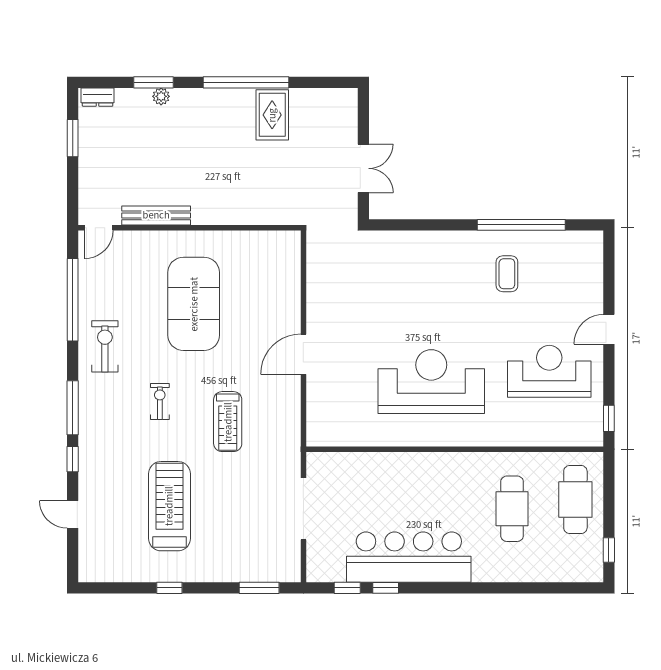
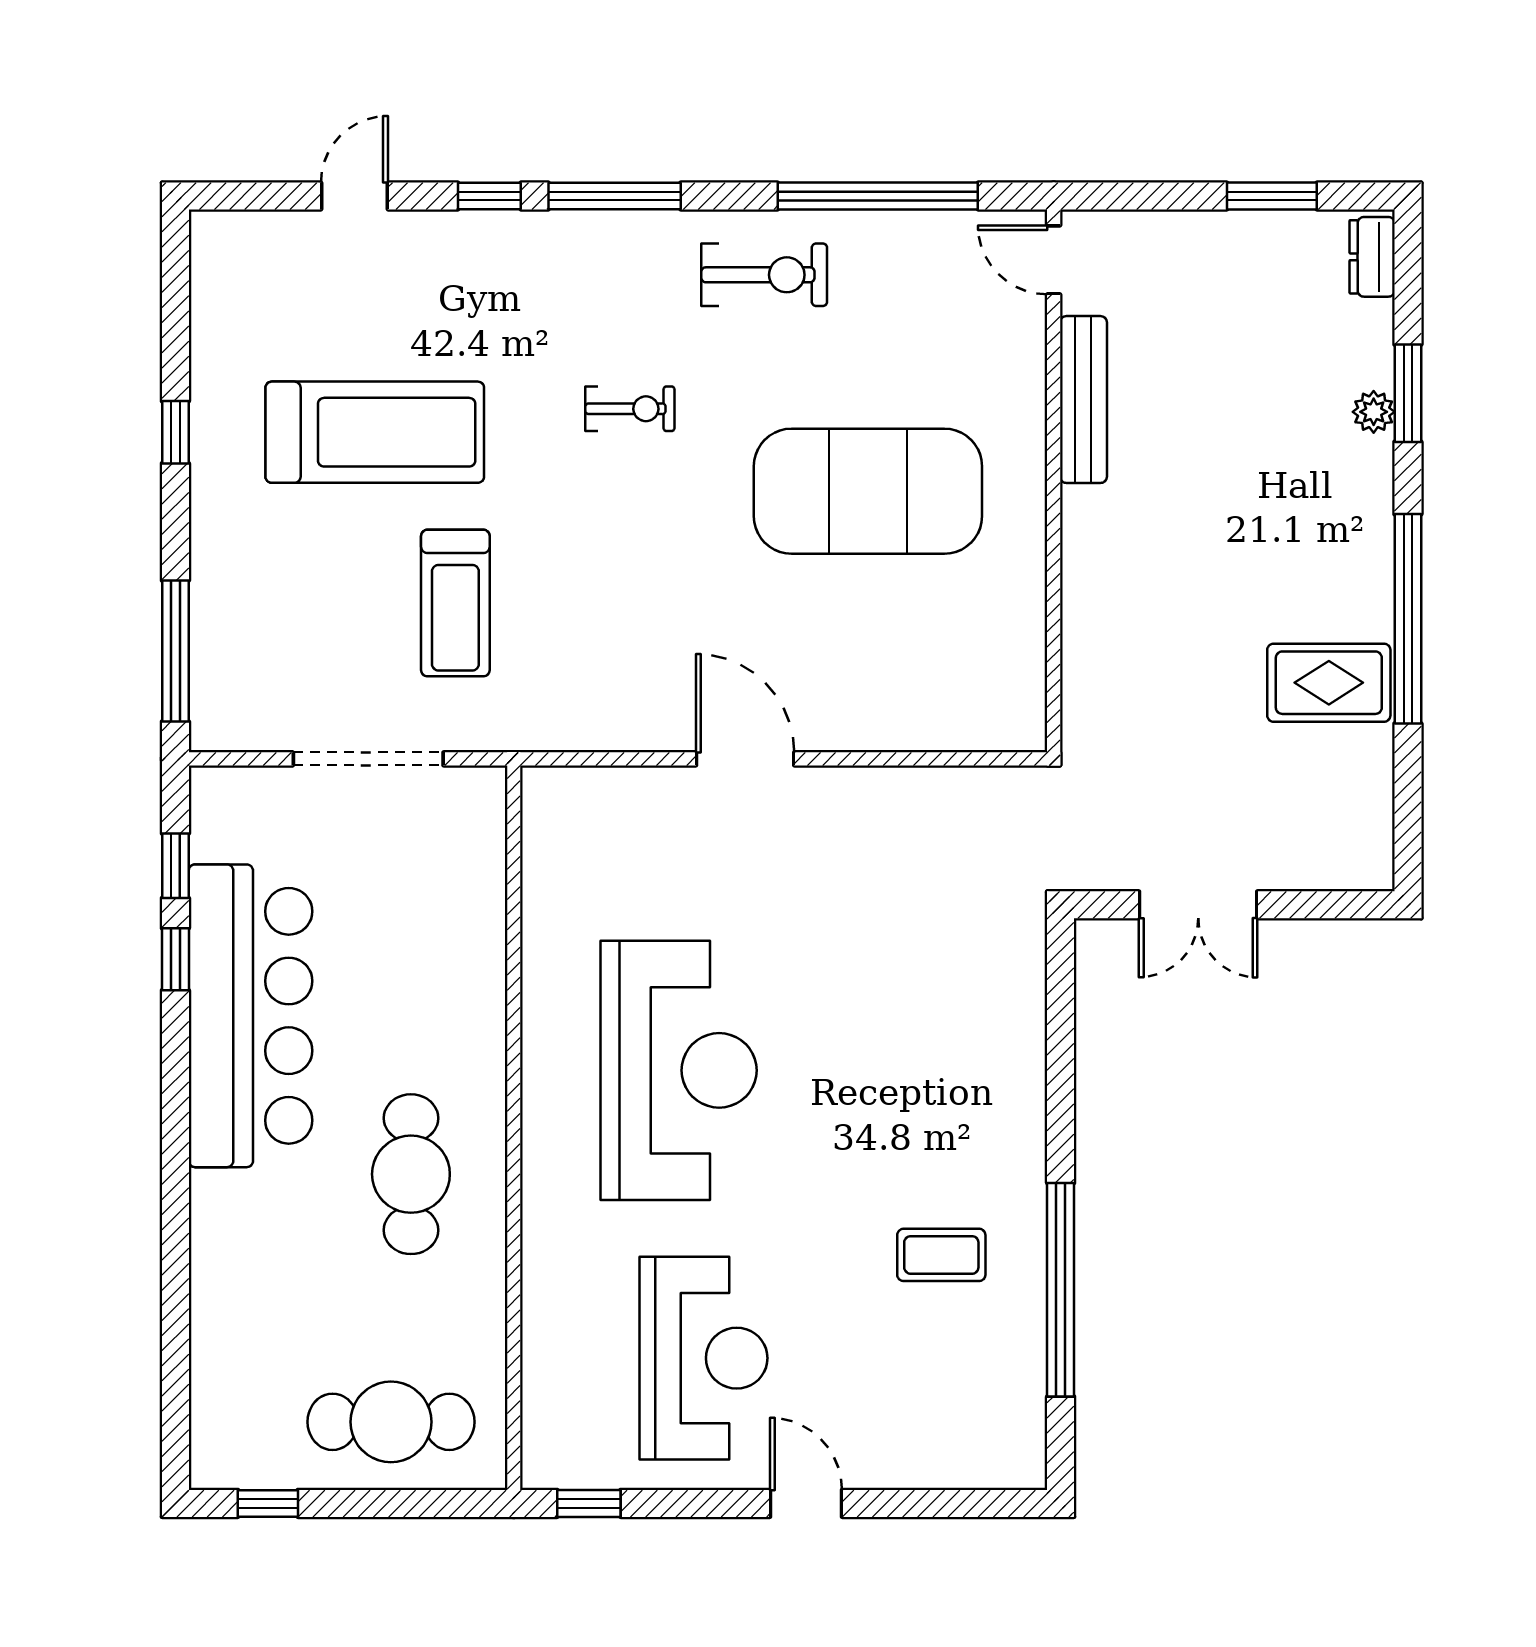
treadmill: (228, 422) -> (455, 603), moved, turned -90
cafe table: (512, 509) -> (411, 1174), moved, turned 90
window: (259, 588) -> (175, 651), width x1.44

